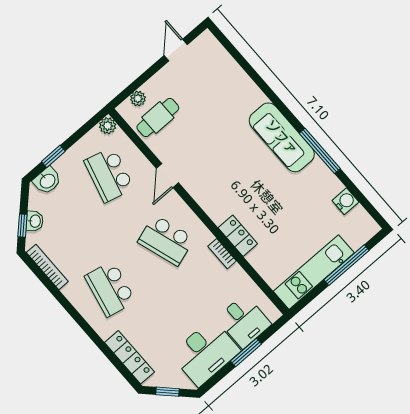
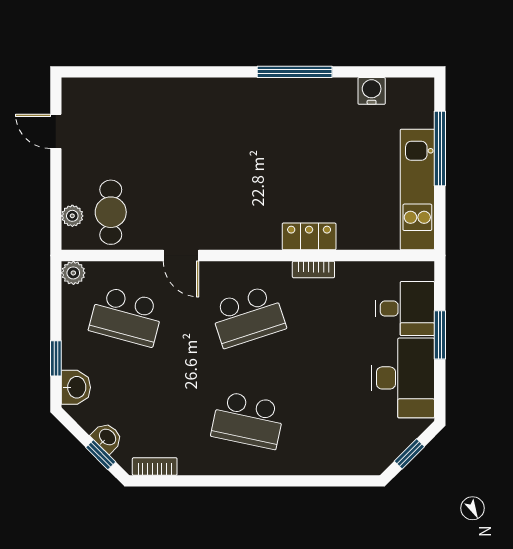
sofa: (282, 137) -> (246, 100), removed
bookcase: (47, 267) -> (155, 466), width x0.64
locker: (129, 357) -> (338, 463), removed

